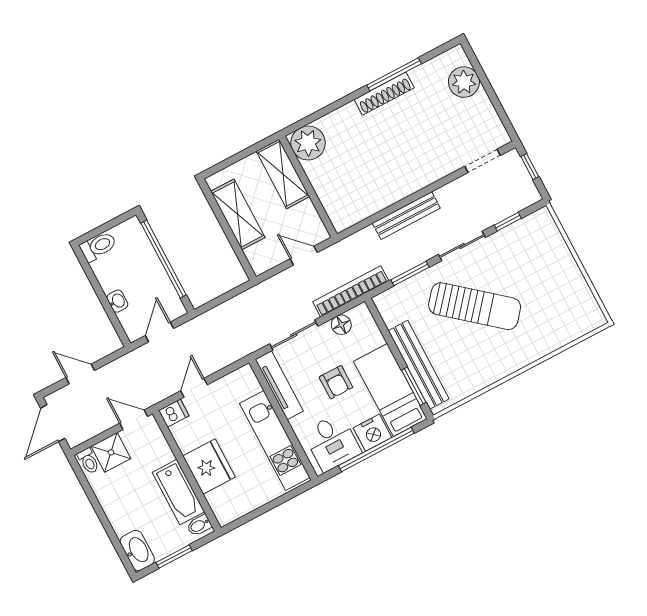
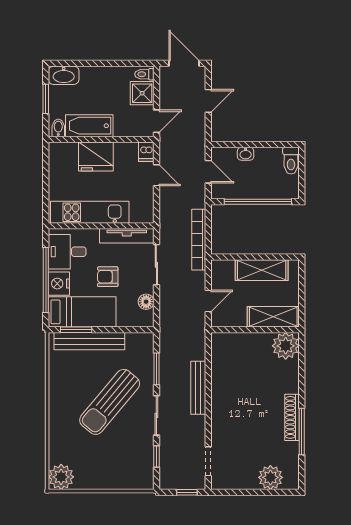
bookcase: (351, 291) -> (199, 240), moved, turned 180
plant: (587, 316) -> (61, 477), added

